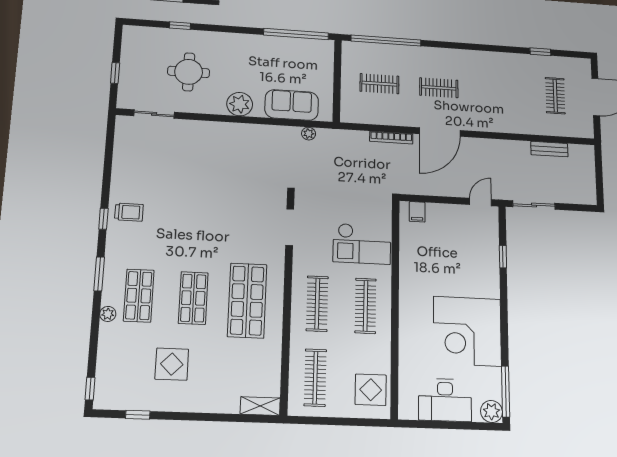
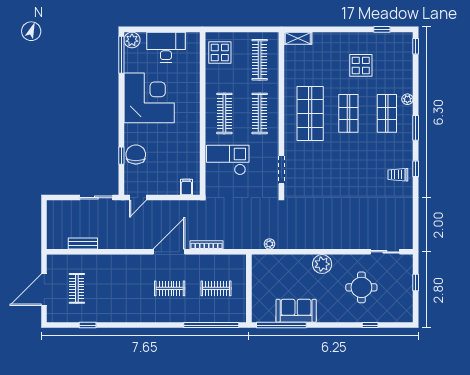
sofa: (292, 105) -> (296, 311), moved, turned 180
chair: (484, 257) -> (136, 155), added

